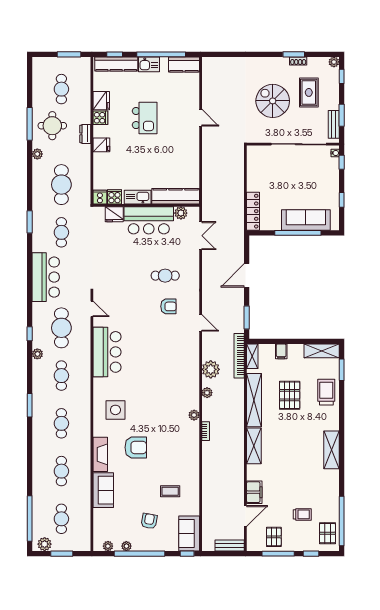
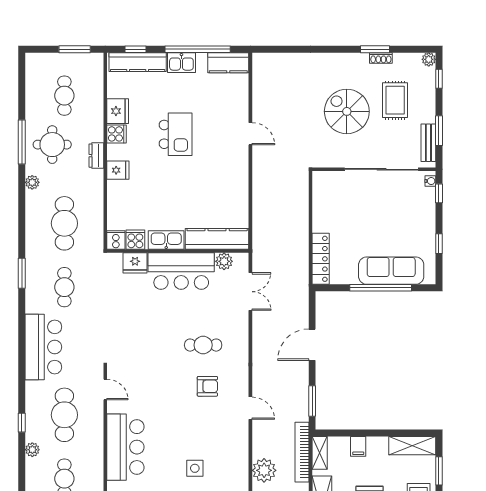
side table: (159, 368) -> (195, 468), added

